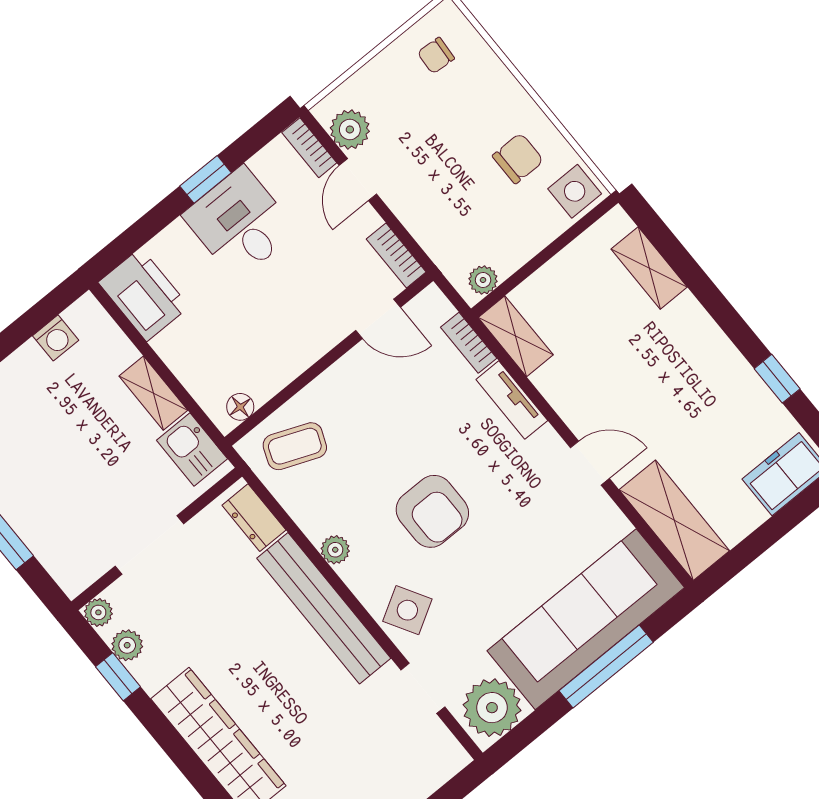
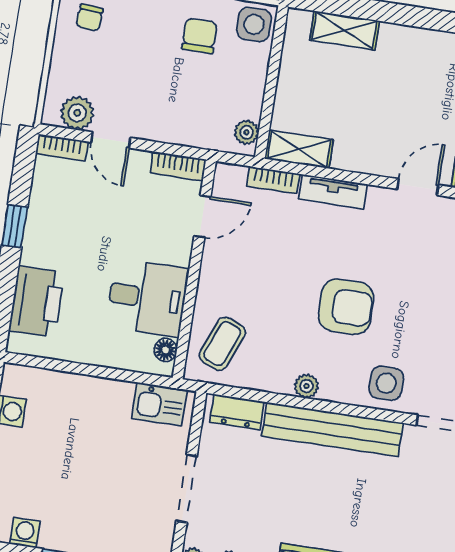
desk: (240, 223) -> (147, 298), moved, turned 180
printer: (144, 295) -> (37, 302), moved, turned 90
shelving: (153, 393) -> (103, 391), removed
side table: (407, 610) -> (386, 383), turned 30

